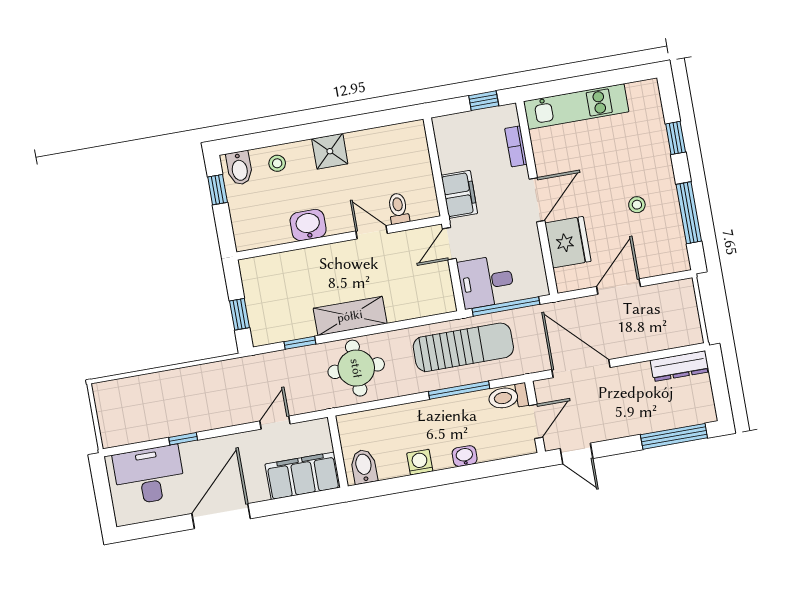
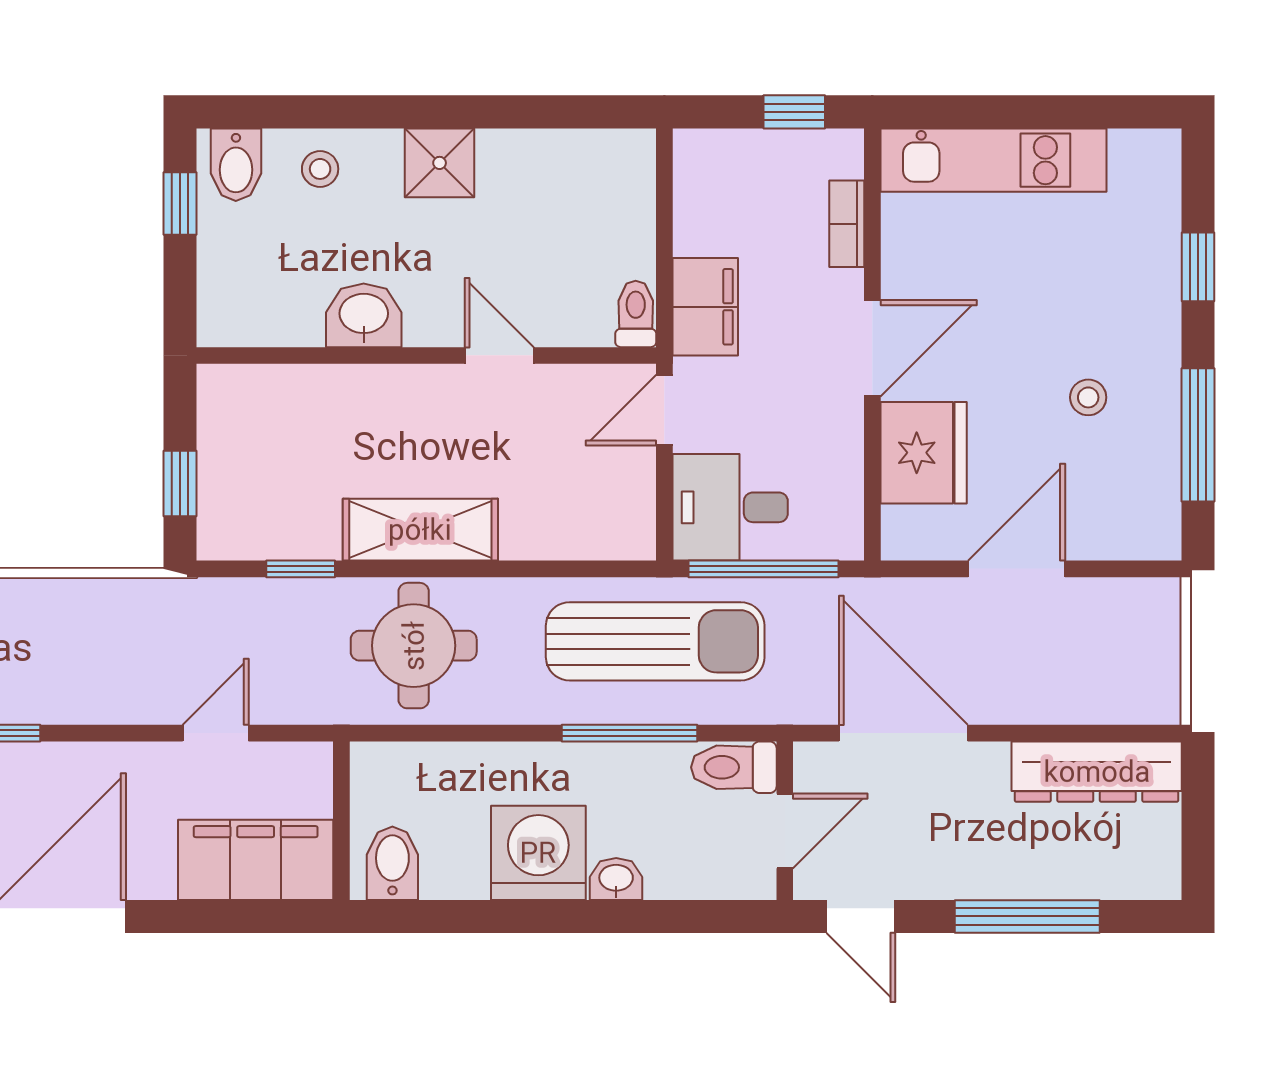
toilet: (398, 208) -> (636, 314), moved
dresser: (680, 366) -> (1097, 772), width x1.37, depth x1.24
window: (674, 436) -> (1027, 916), moved
washing machine: (420, 462) -> (538, 853), width x1.89, depth x1.89

